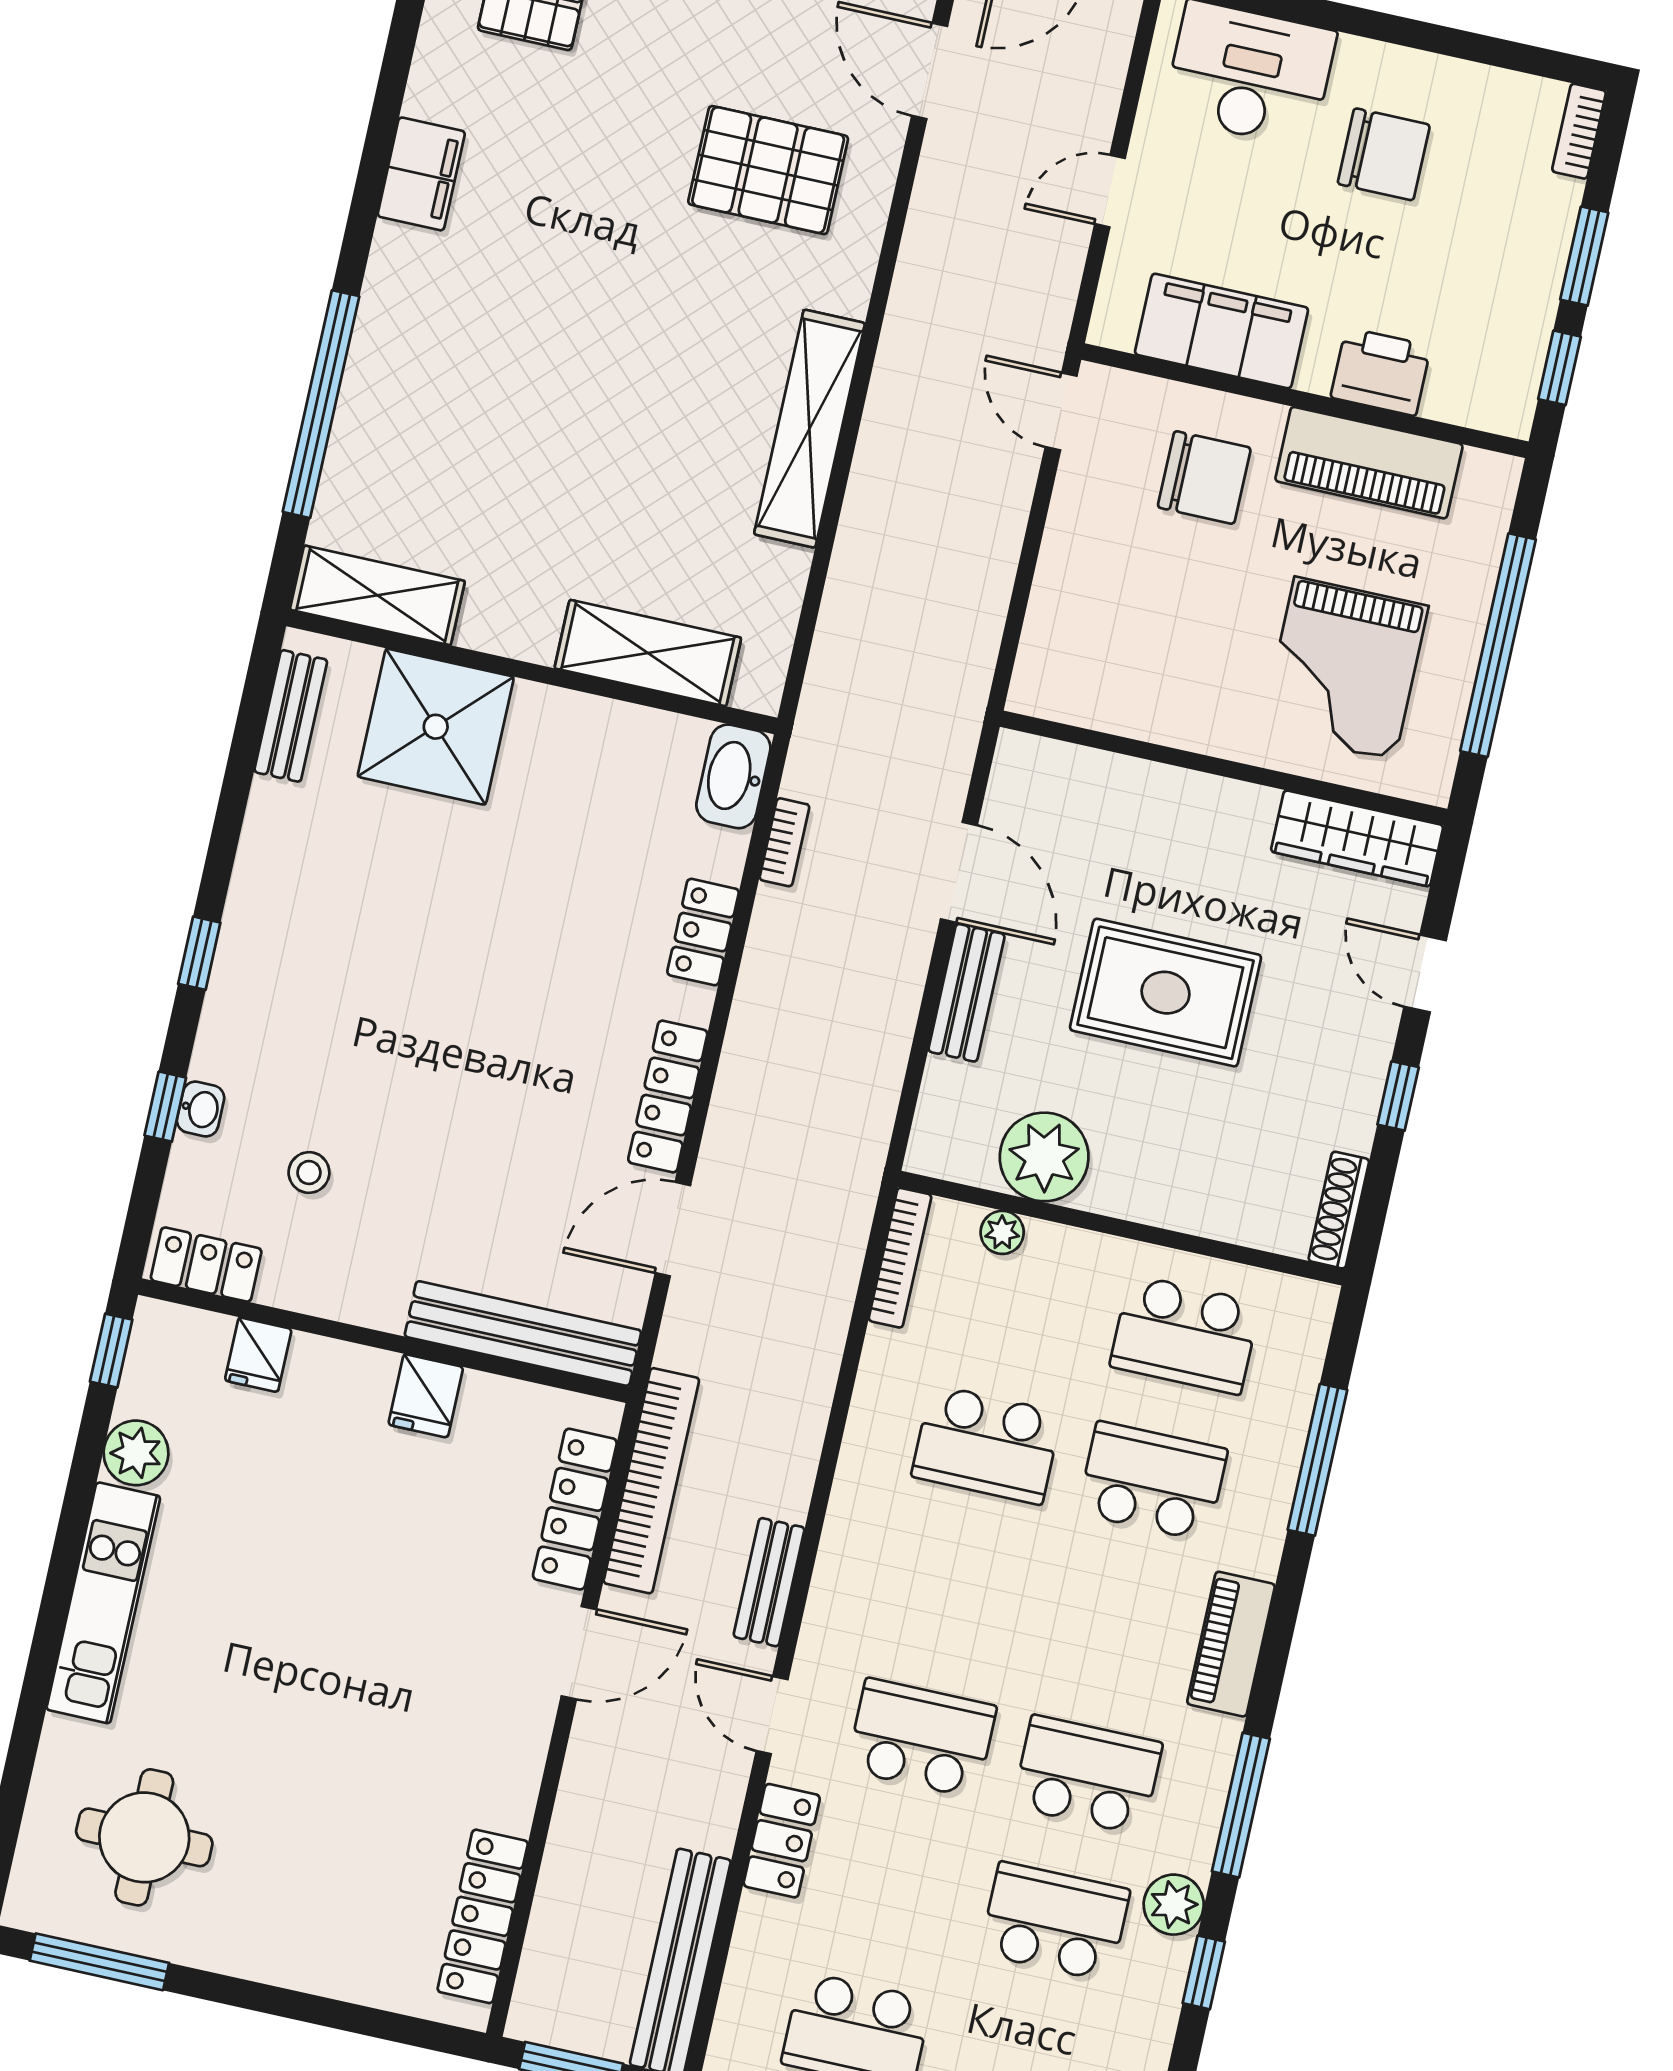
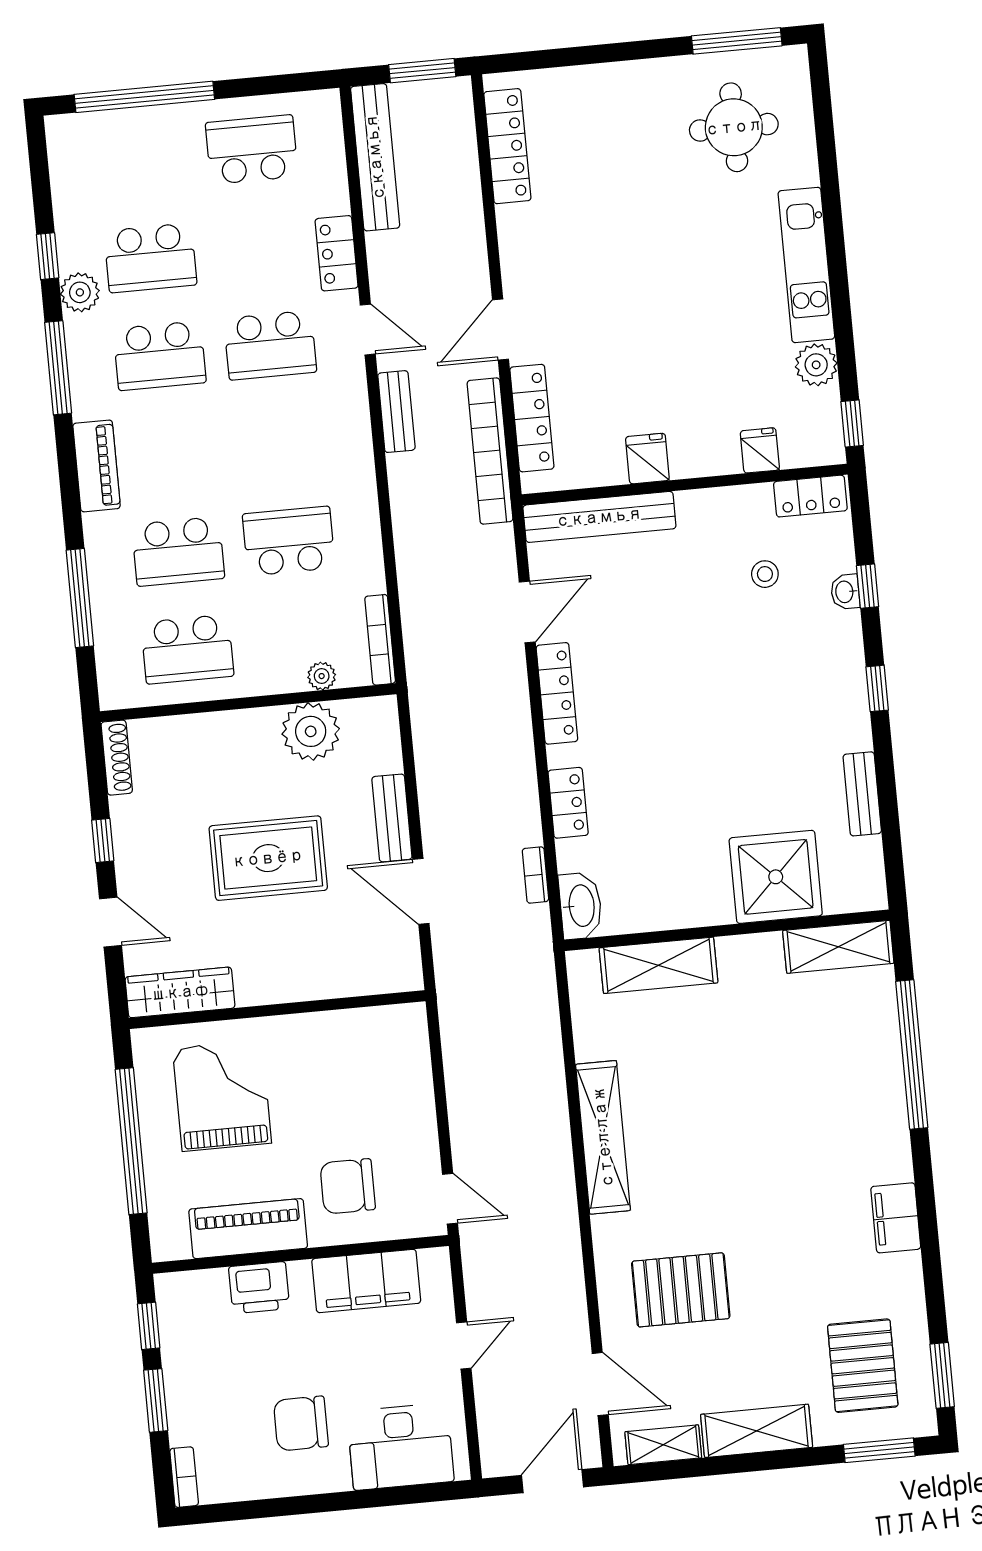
bench: (291, 716) -> (862, 794), moved
school desk: (1185, 1335) -> (187, 649), turned 180

